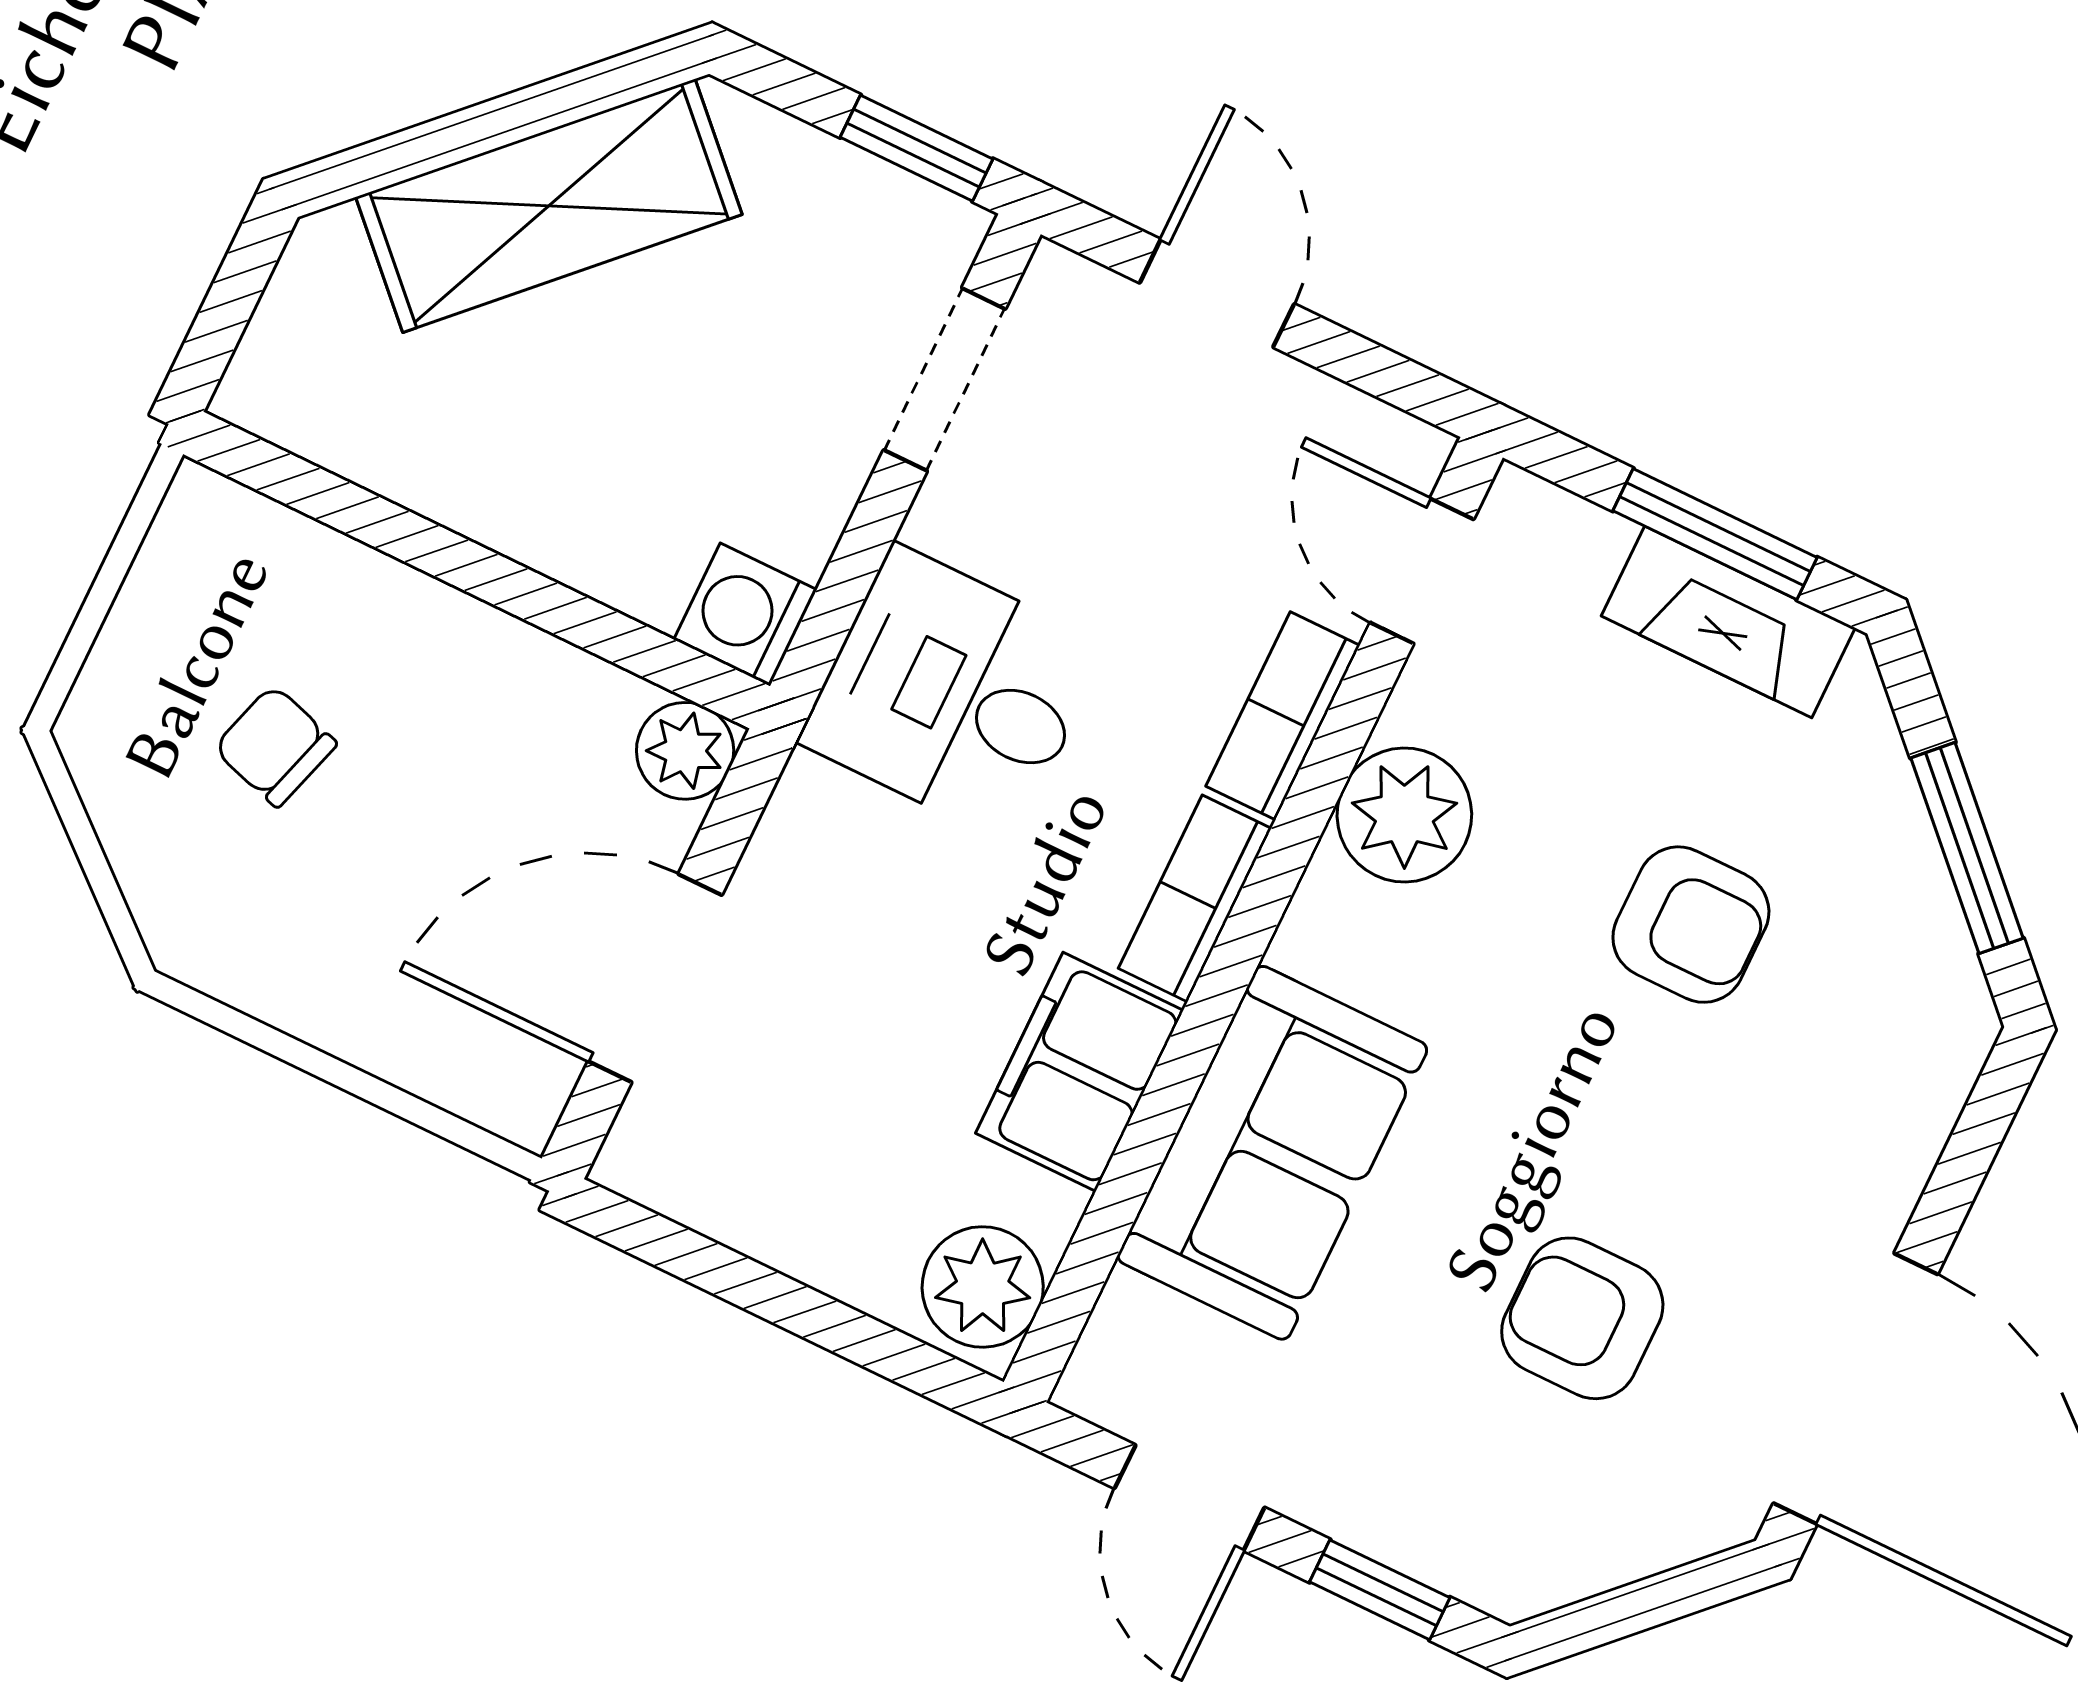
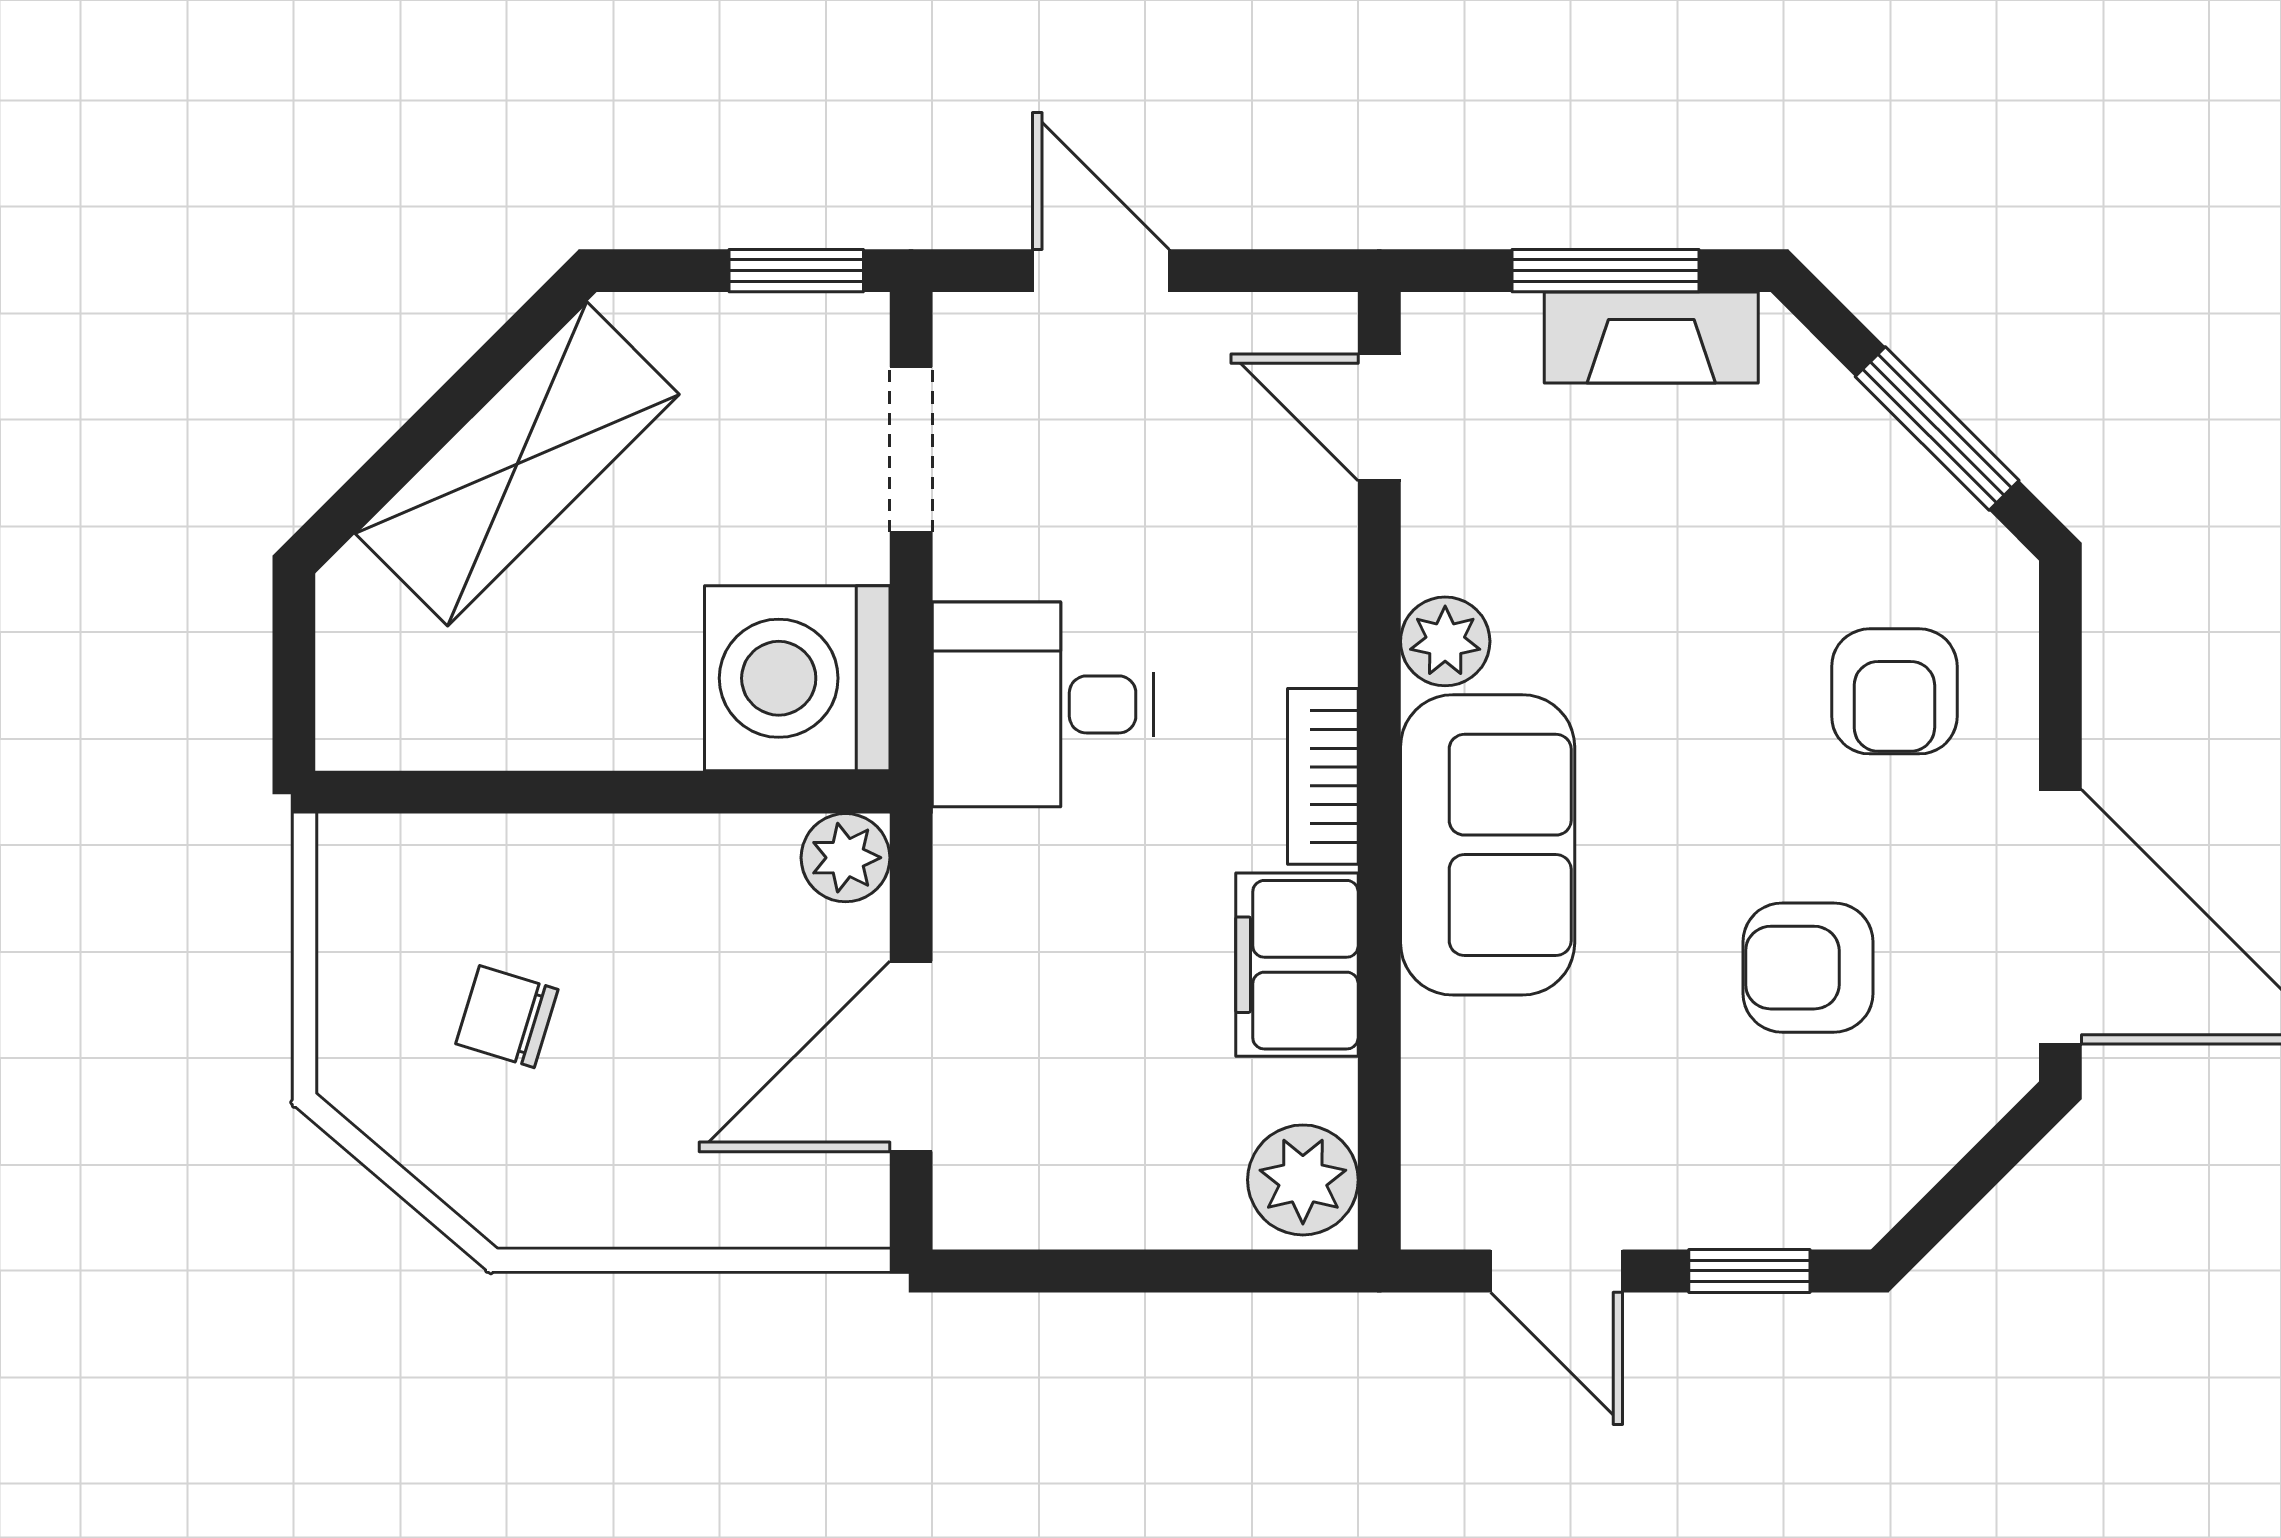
washing machine: (745, 615) -> (797, 678), width x1.89, depth x1.89
bookcase: (1283, 716) -> (1323, 591), removed
plant: (1404, 815) -> (1445, 641), width x0.73, depth x0.73
armchair: (1691, 925) -> (1894, 691), moved, turned 90
sofa: (1272, 1153) -> (1488, 845), moved

